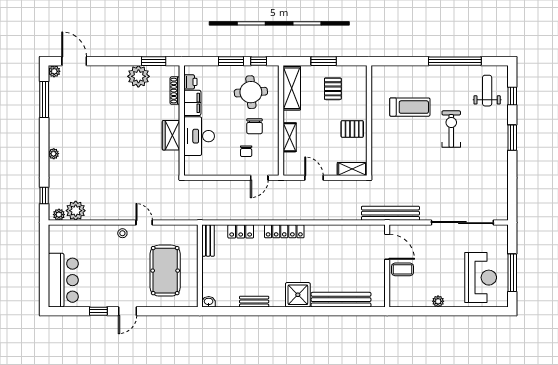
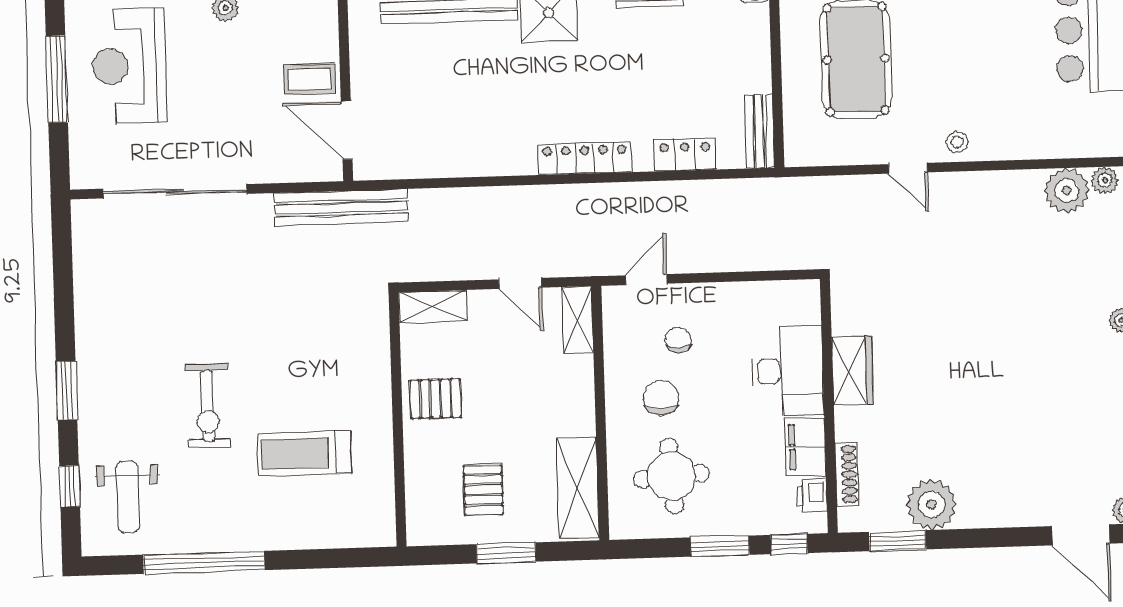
window: (259, 61) -> (789, 544), moved
shelving: (290, 137) -> (577, 320), moved

